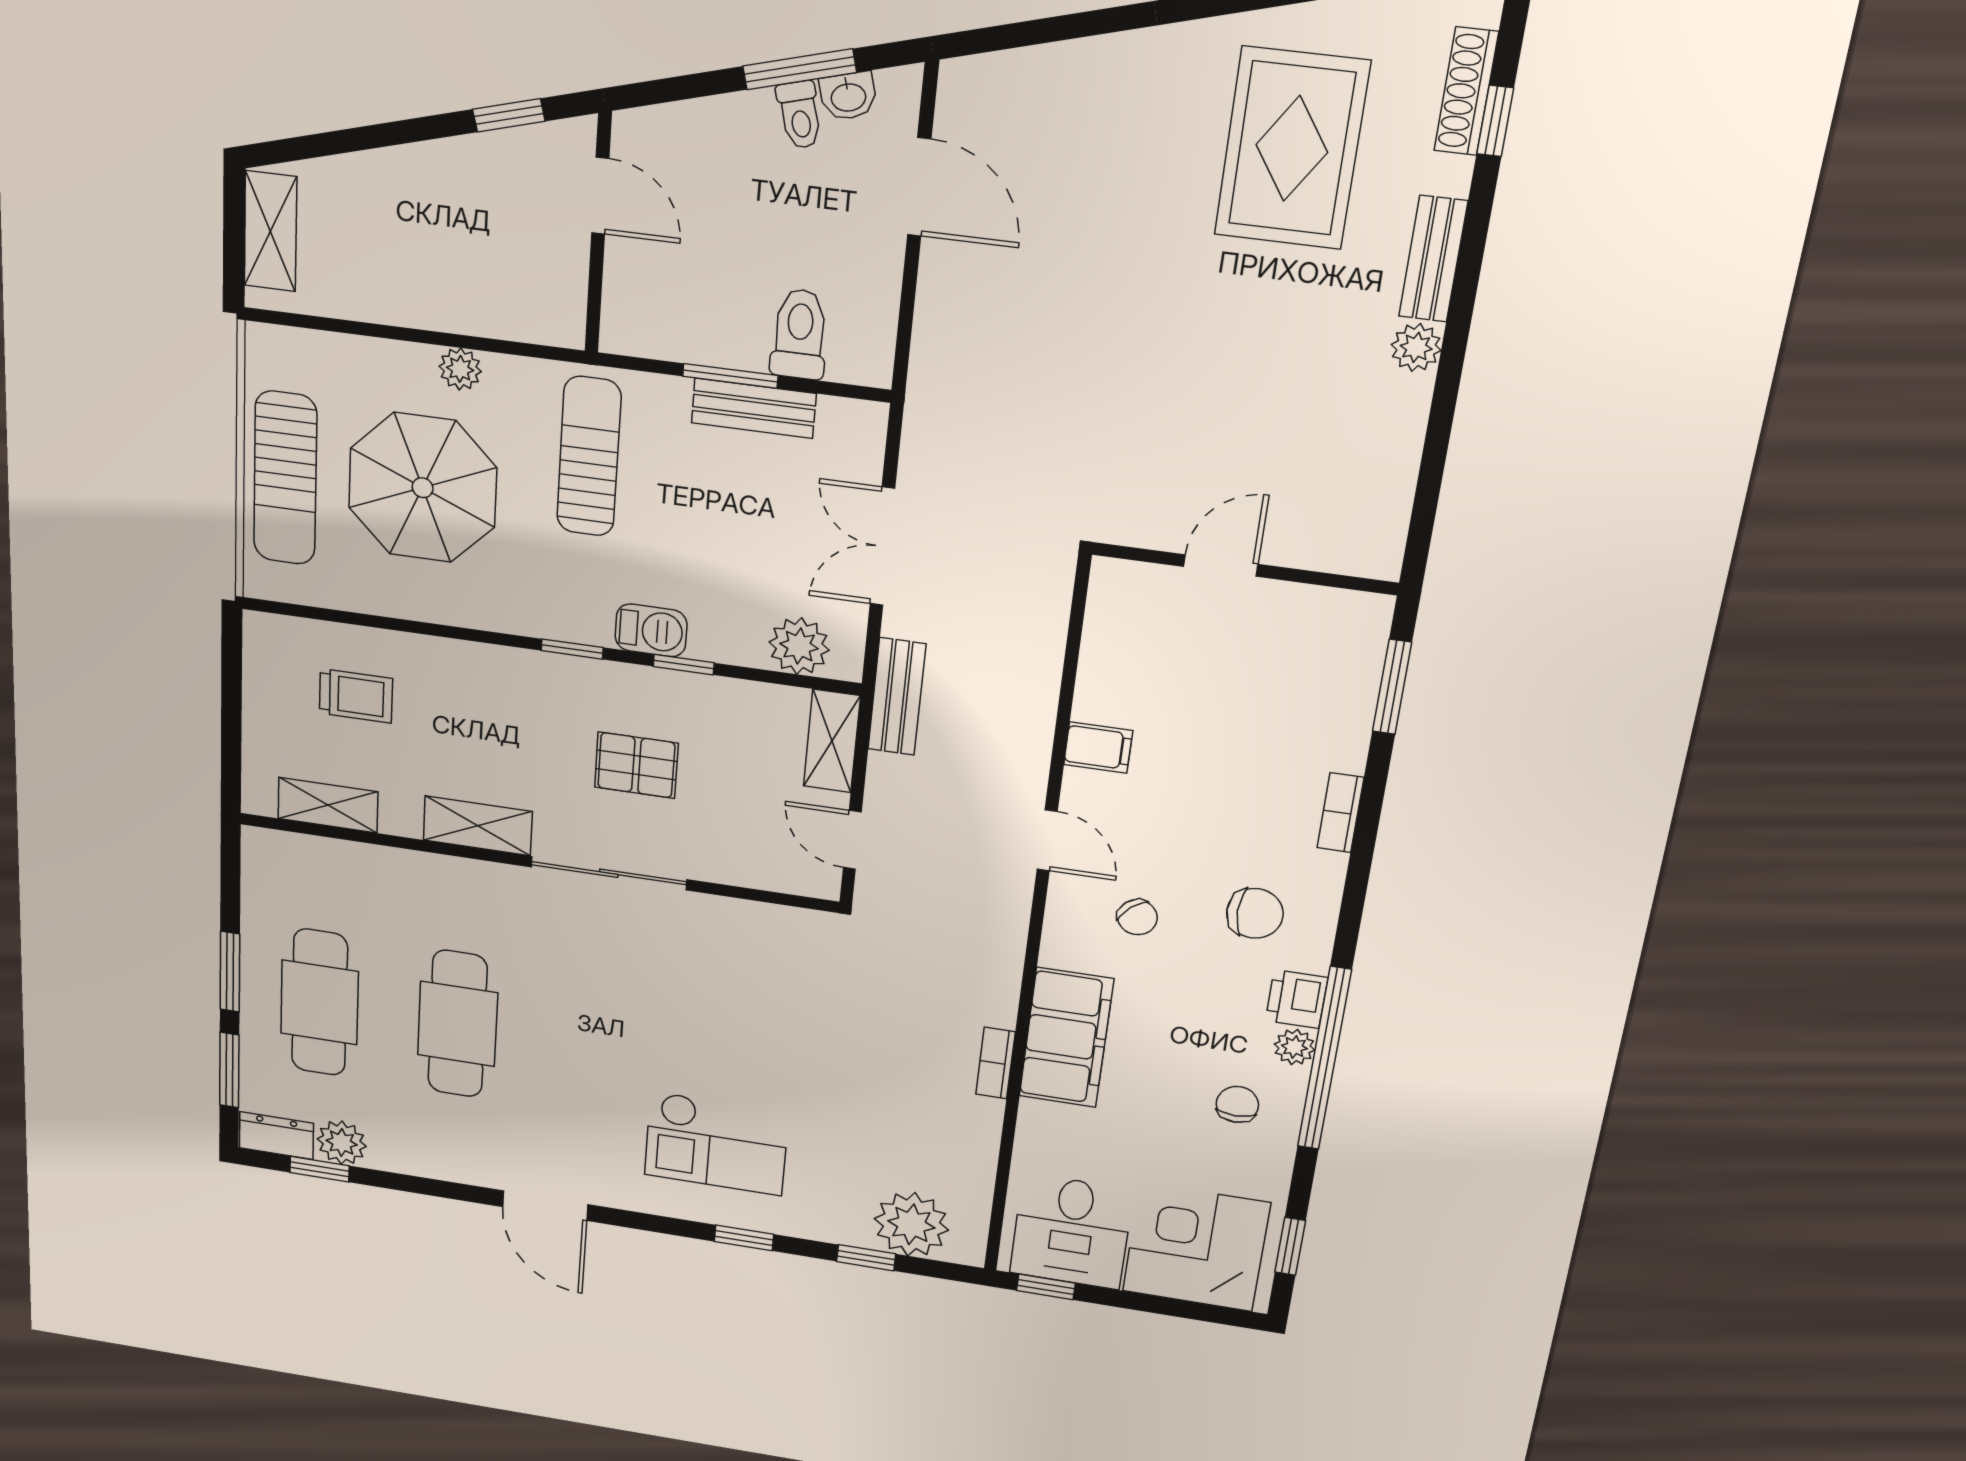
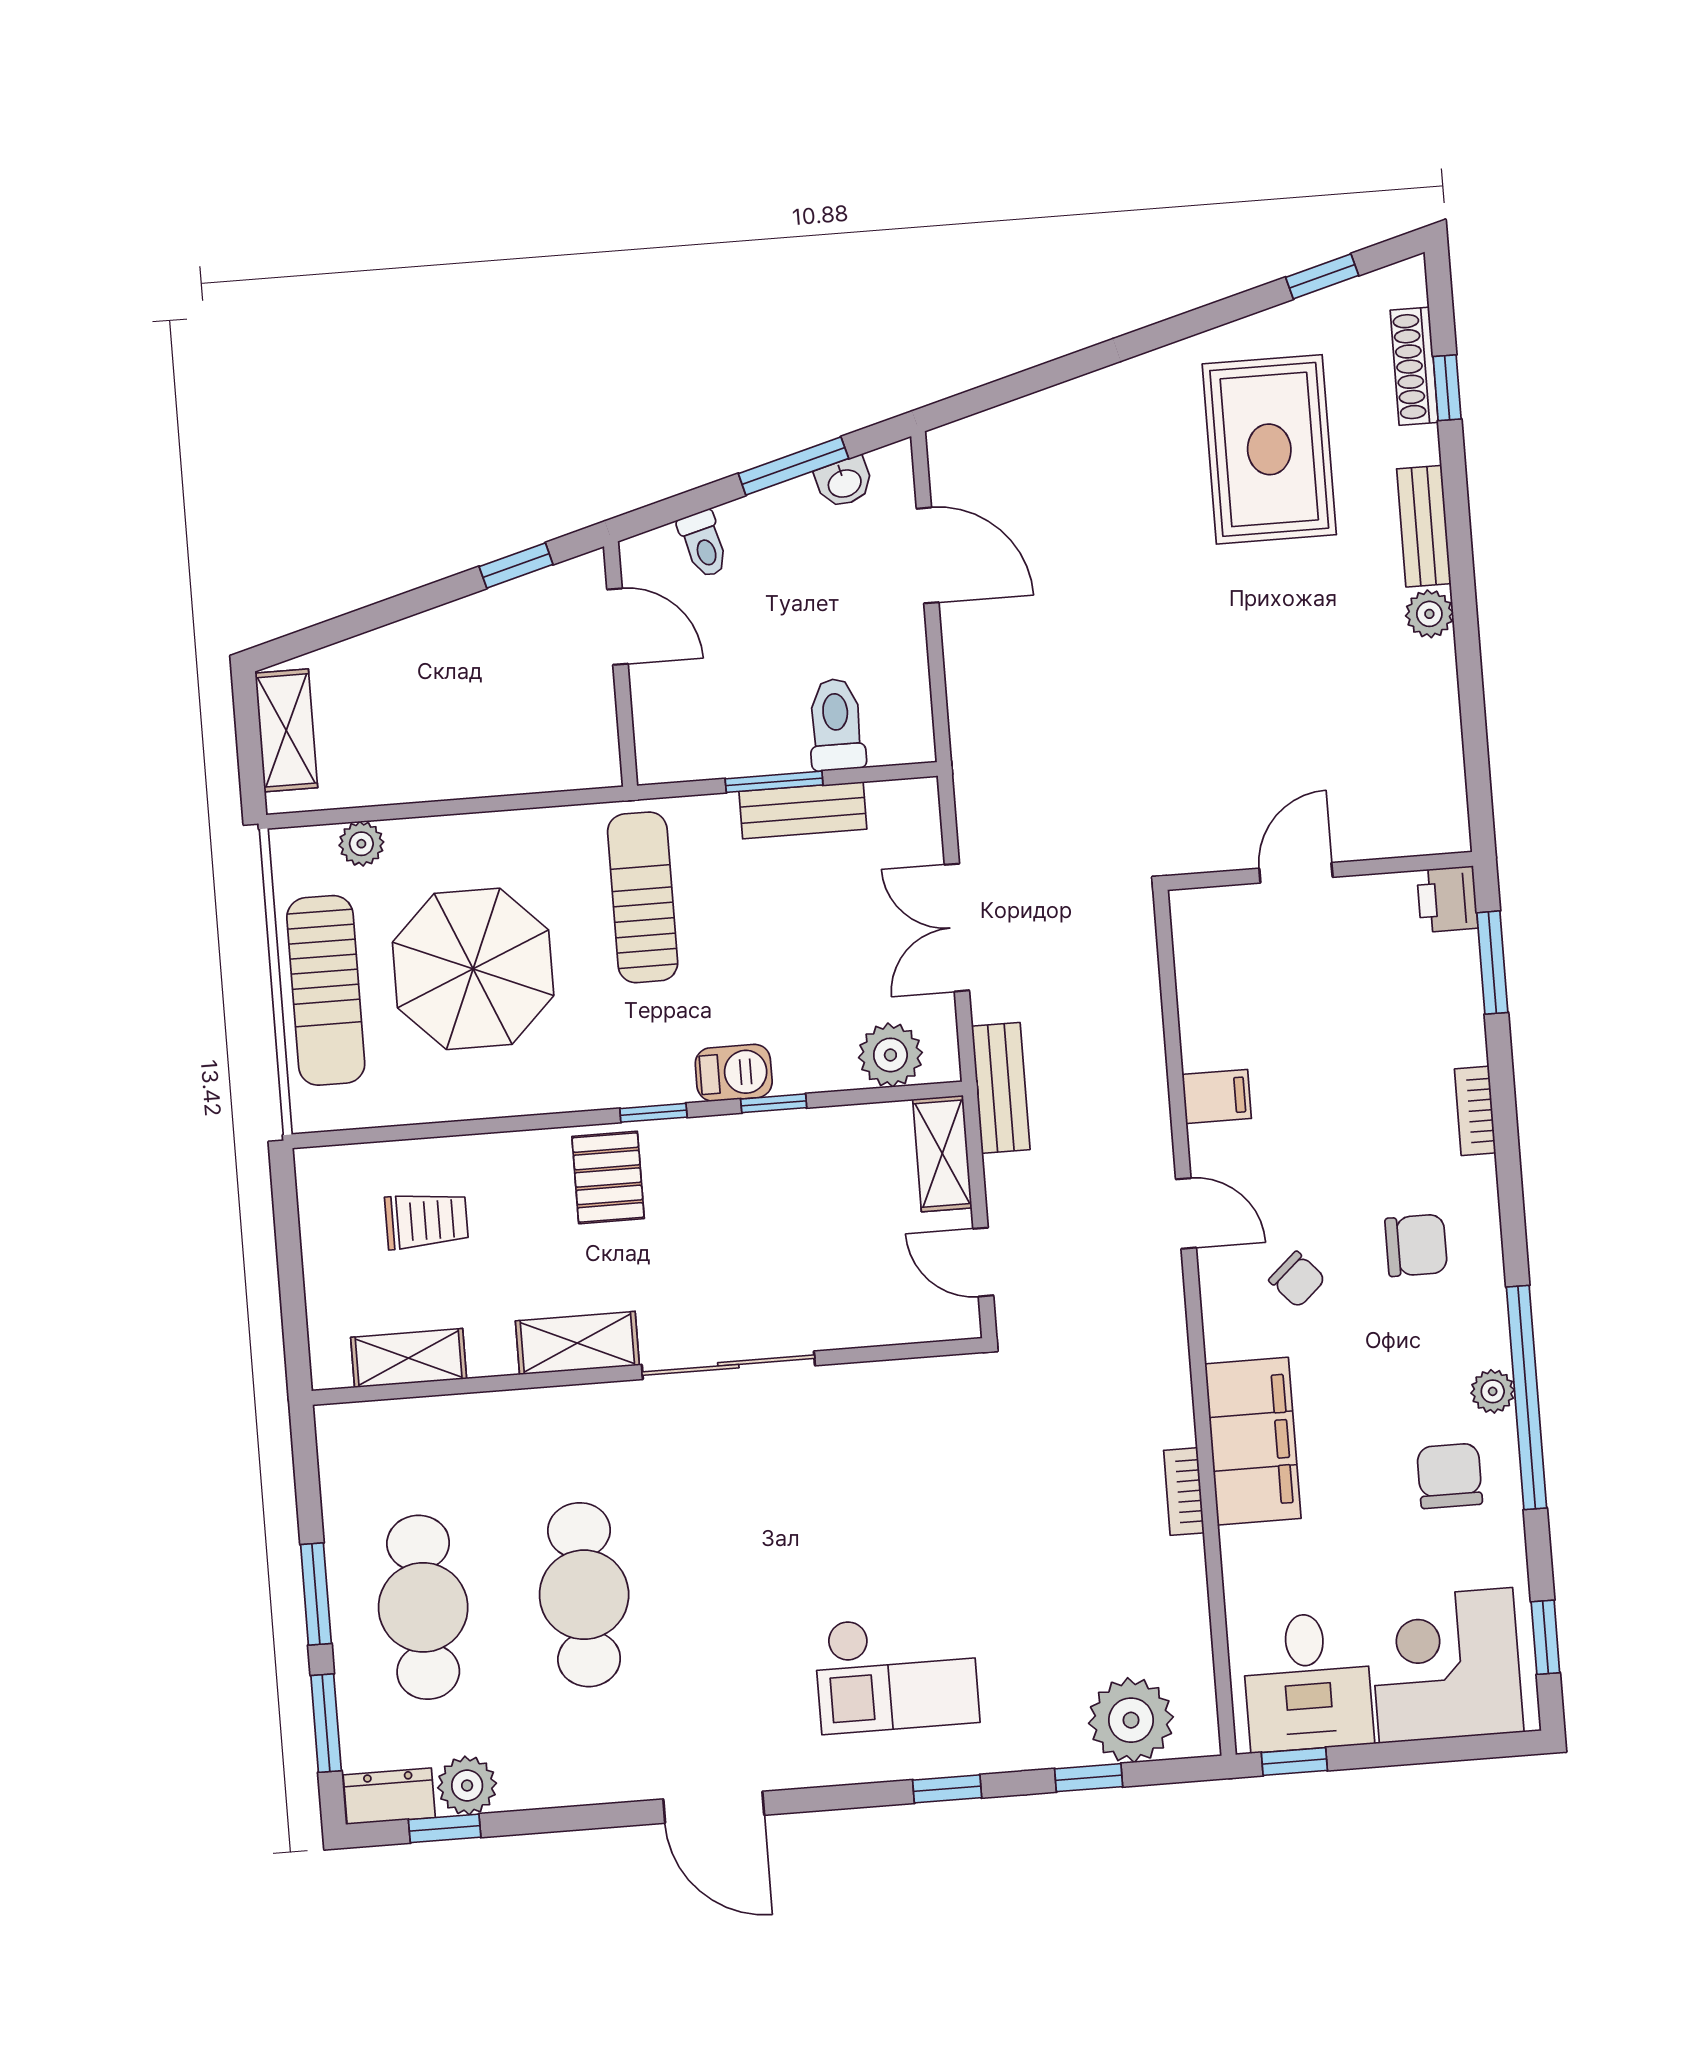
toilet: (800, 115) -> (704, 544), moved
plant: (460, 369) -> (361, 844), moved
pallet: (636, 765) -> (608, 1177), moved, turned 90
printer: (1297, 999) -> (1447, 899), moved
chair: (1237, 1104) -> (1450, 1476), width x1.37, depth x1.37

